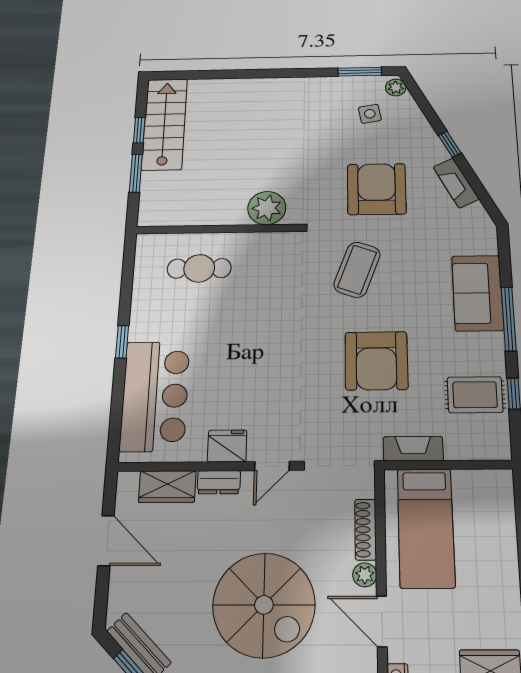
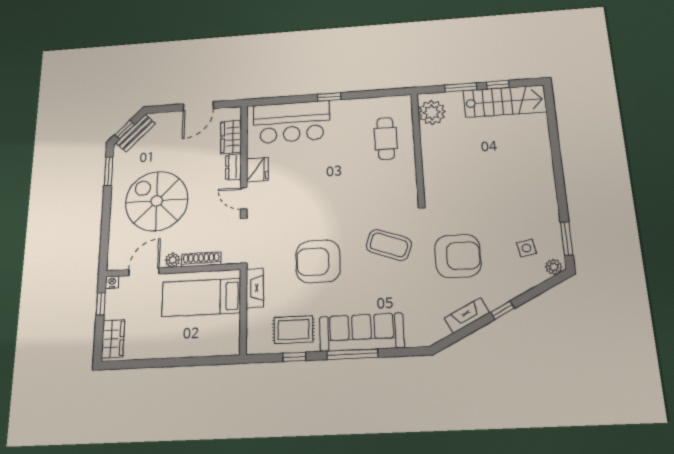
plant: (267, 208) -> (432, 112), moved
sofa: (478, 293) -> (362, 332), width x1.36
rug: (475, 395) -> (293, 330), turned 90
spiral stairs: (264, 605) -> (157, 201), turned 90

